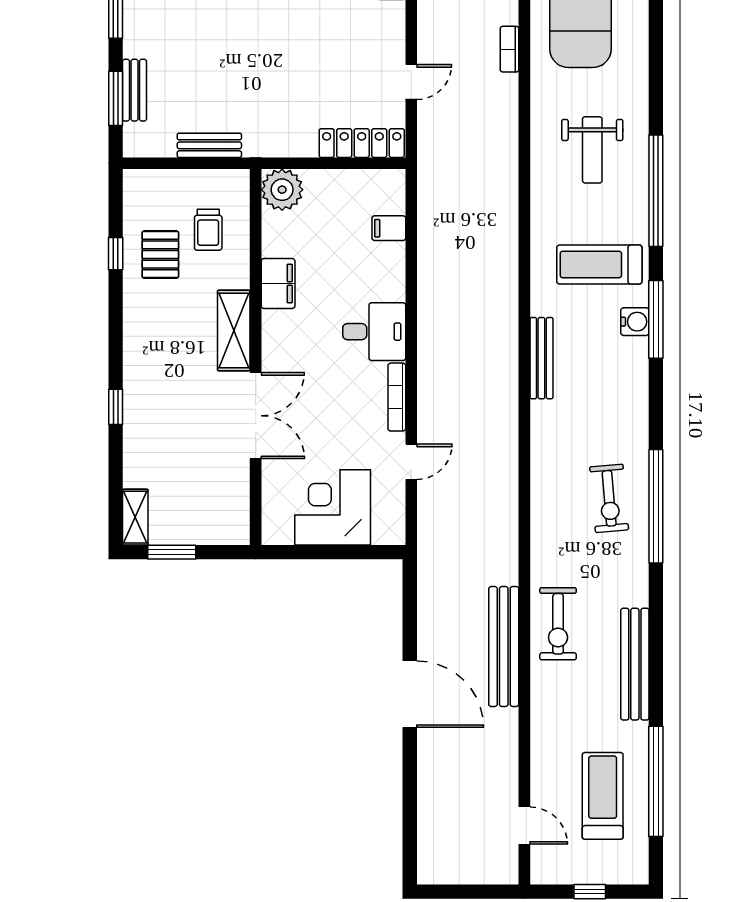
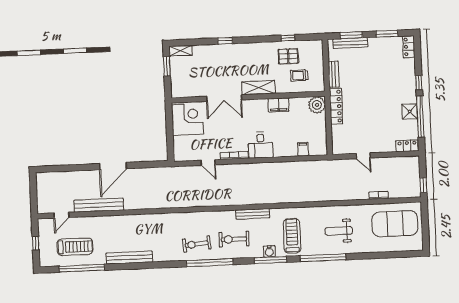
bench: (135, 90) -> (350, 43), width x1.36
locker: (362, 143) -> (336, 106), moved
window: (656, 506) -> (210, 263), moved
corner desk: (333, 507) -> (187, 120), moved
exercise bike: (558, 624) -> (234, 239), moved
bench: (504, 647) -> (99, 205), moved

